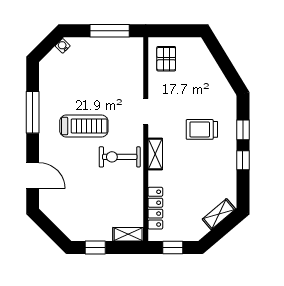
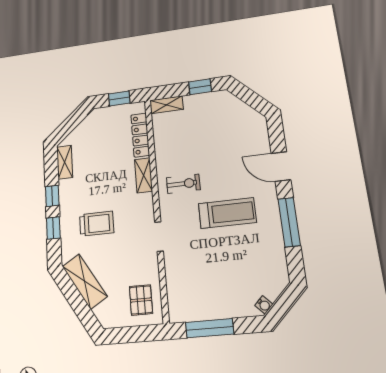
shelving: (216, 79) -> (85, 281), added
treadmill: (84, 126) -> (227, 213), turned 180
shelving: (155, 154) -> (143, 175), moved
exercise bike: (120, 157) -> (183, 184), width x0.73, depth x0.72
door: (33, 176) -> (281, 167), moved
shelving: (219, 214) -> (65, 162), moved, turned -50

